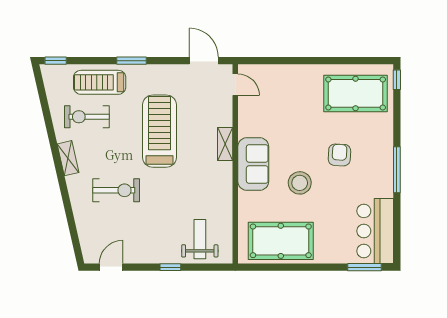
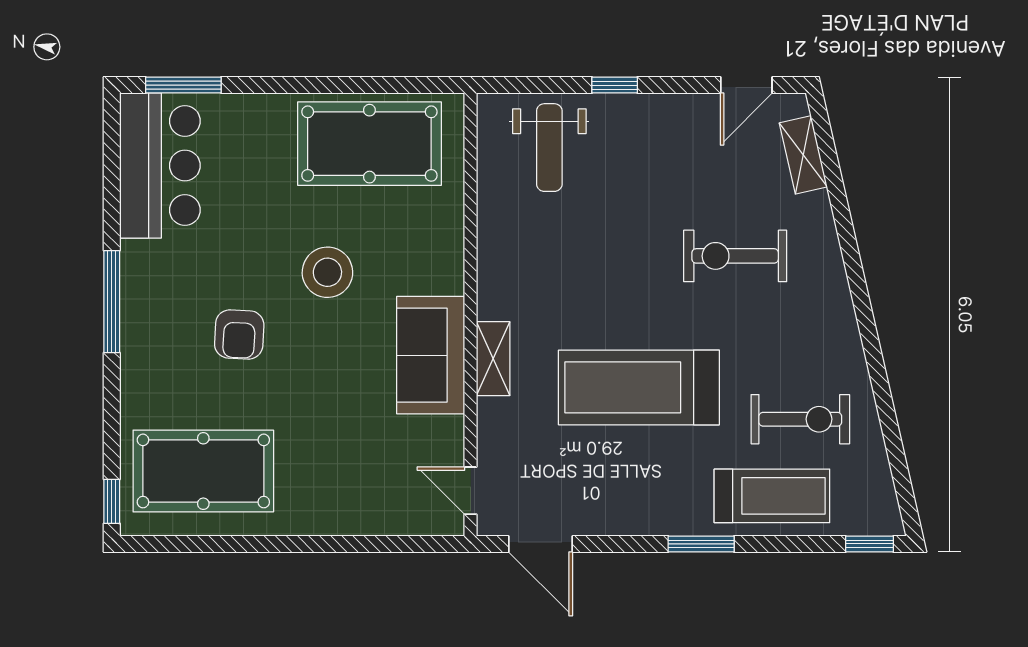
treadmill: (160, 131) -> (639, 387), turned 90
shelving: (68, 158) -> (803, 155), moved
sofa: (253, 164) -> (431, 355), moved

